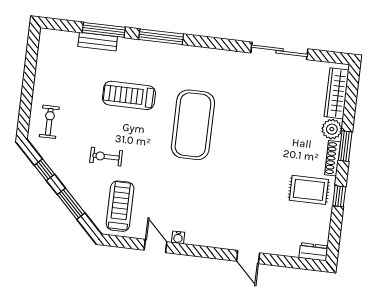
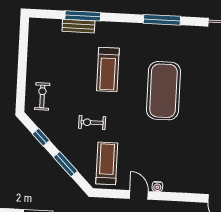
window: (161, 37) -> (162, 20), moved
treadmill: (129, 95) -> (108, 70), turned -90

